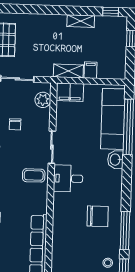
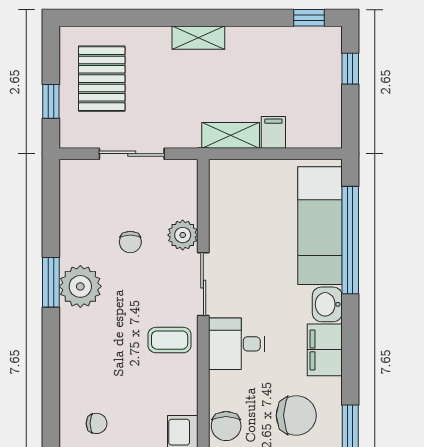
shelving: (81, 21) -> (198, 38), moved
filing cabinet: (70, 92) -> (325, 350), moved, turned 90
plant: (43, 100) -> (183, 235), moved
chair: (61, 221) -> (226, 426), added

